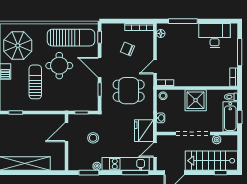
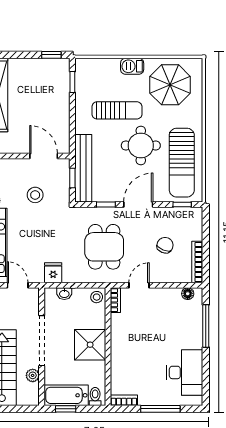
door: (155, 67) -> (139, 285), hinge flipped
bench: (75, 105) -> (83, 168), added
fridge: (144, 131) -> (53, 273), width x0.53, depth x0.75

